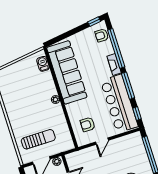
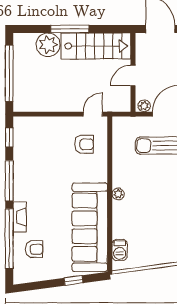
window: (94, 22) -> (73, 280), moved
armchair: (102, 35) -> (34, 249), moved
bar counter: (119, 104) -> (30, 159), removed
door: (102, 141) -> (93, 114), moved

